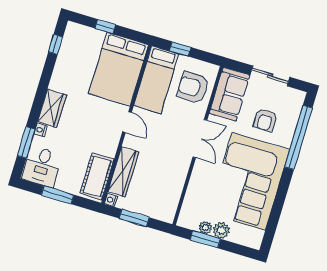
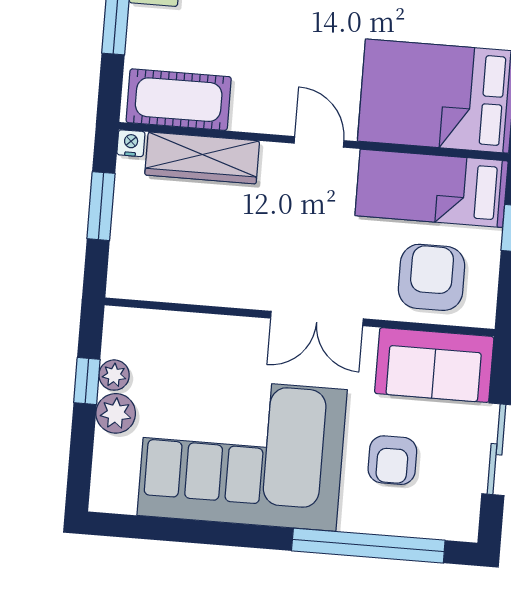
armchair: (265, 120) -> (392, 460), turned -90
door: (127, 122) -> (319, 142), swing flipped
window: (205, 239) -> (87, 381), width x0.67

